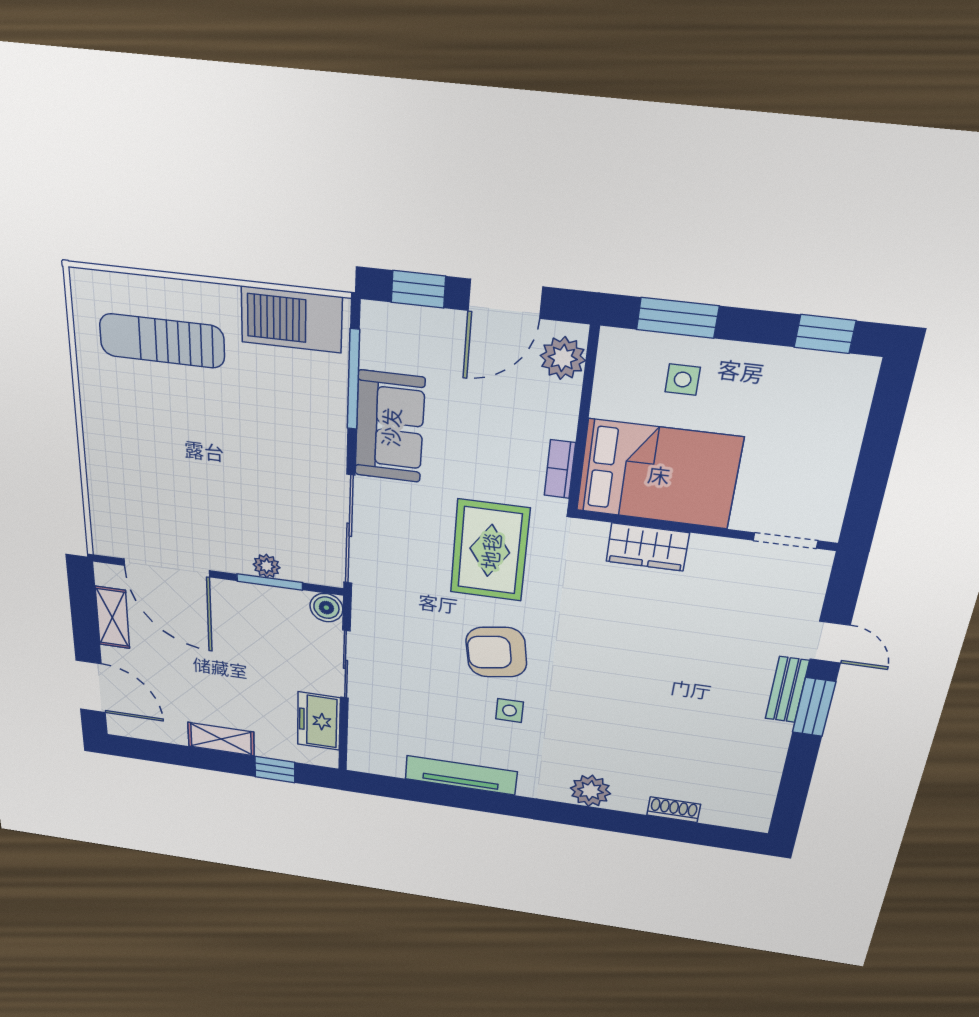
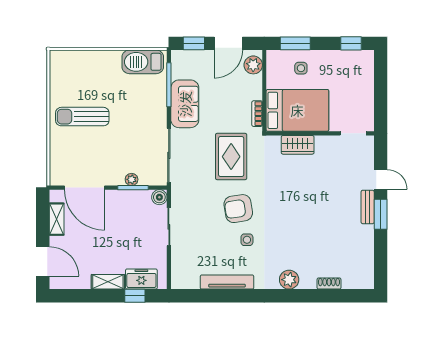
sun lounger: (162, 341) -> (82, 117), moved
freezer: (319, 721) -> (141, 279), moved, turned 90

